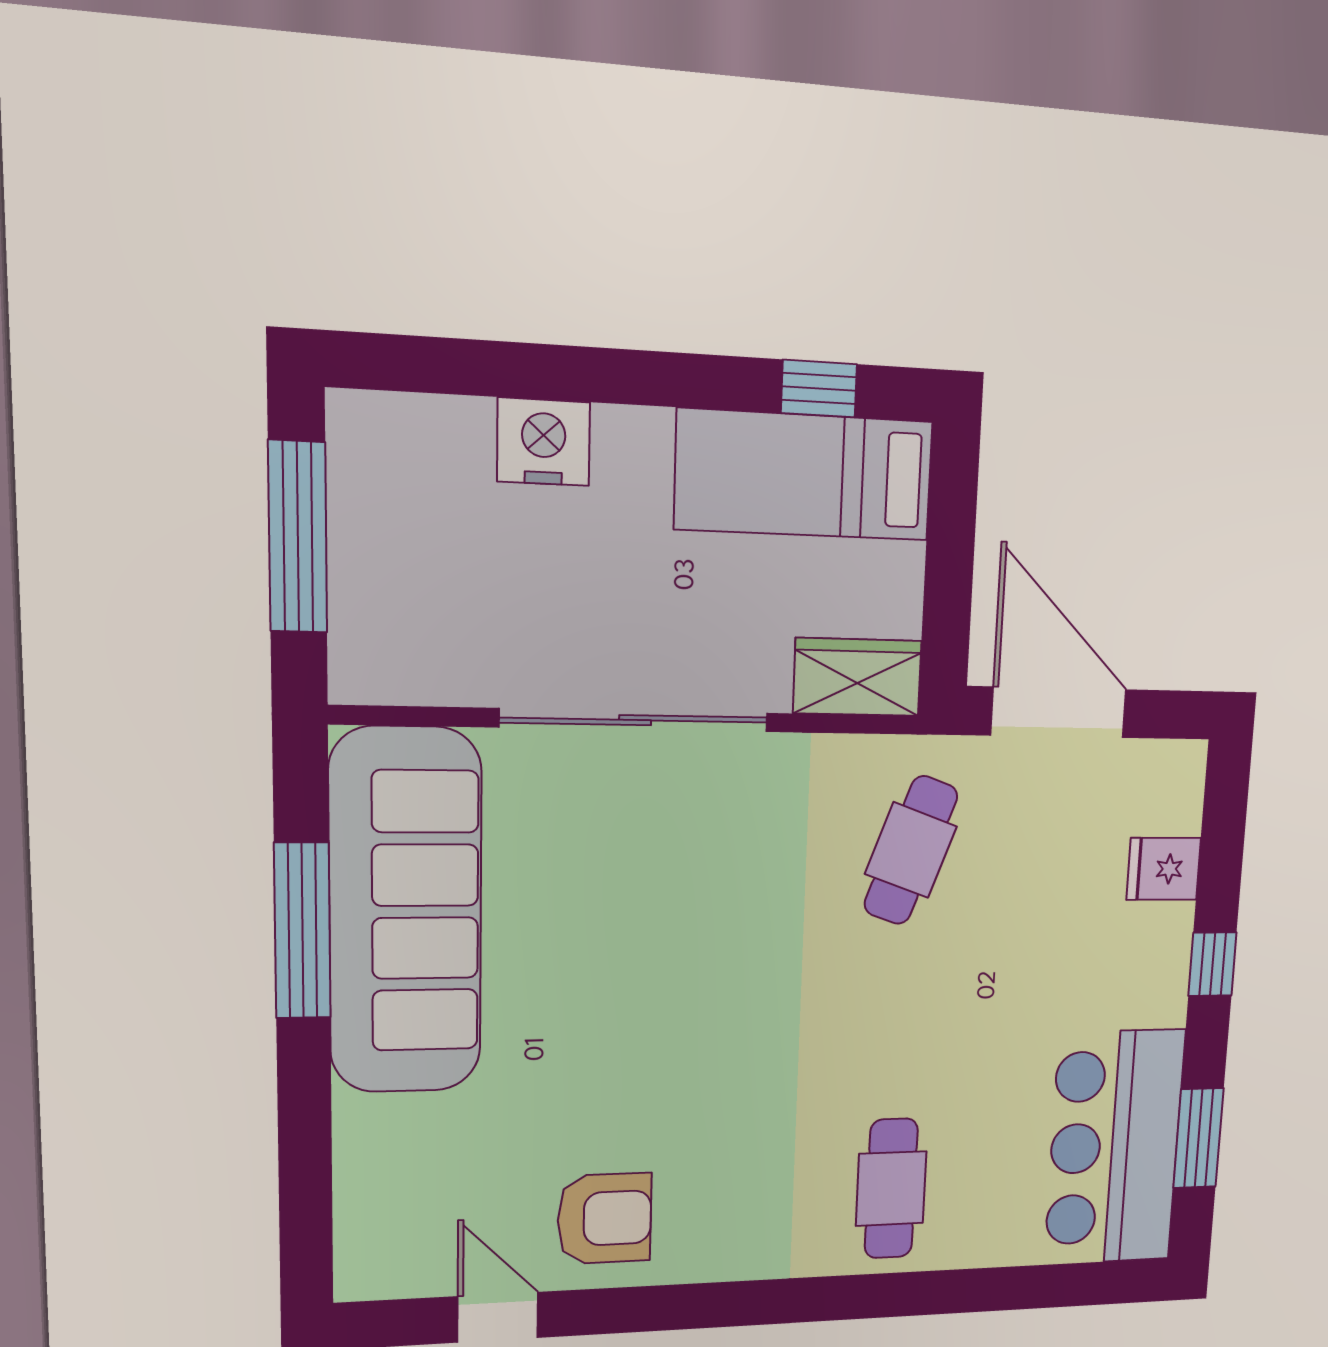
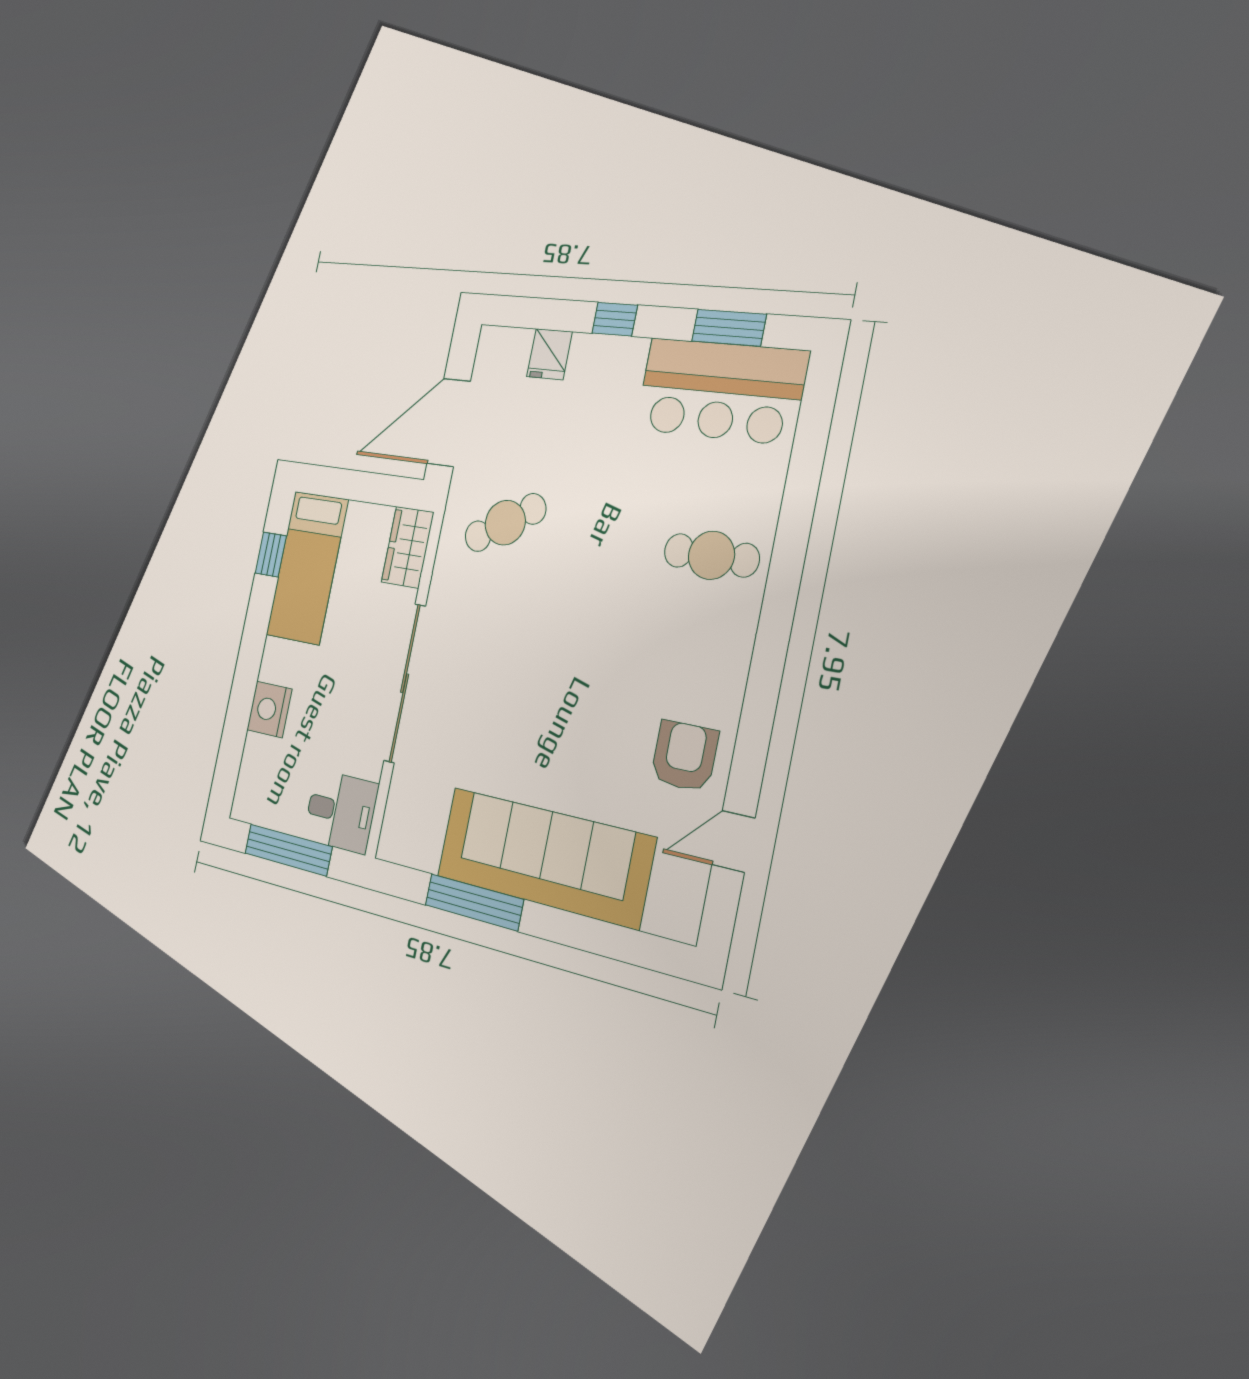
desk: (393, 637) -> (341, 811), added
cafe table: (911, 850) -> (505, 523), turned -52
sofa: (406, 912) -> (544, 857), moved

